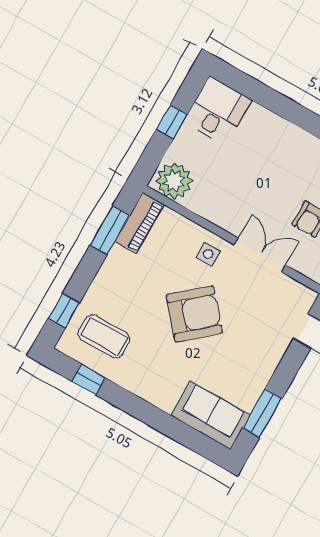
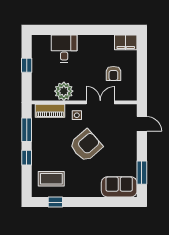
desk: (218, 111) -> (64, 49), moved
plant: (174, 181) -> (64, 91), moved
piano: (140, 223) -> (50, 111), moved, turned 90
window: (64, 311) -> (27, 158), moved

